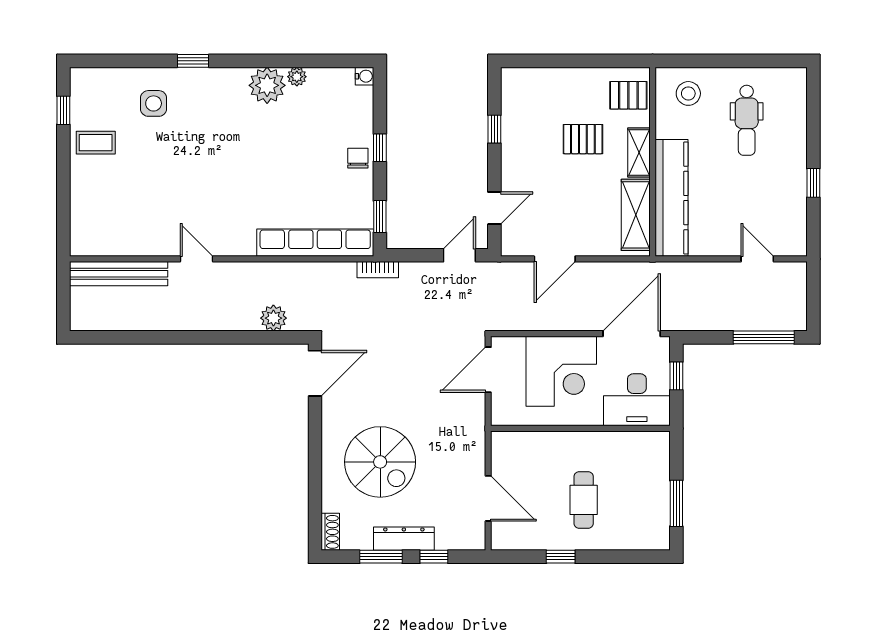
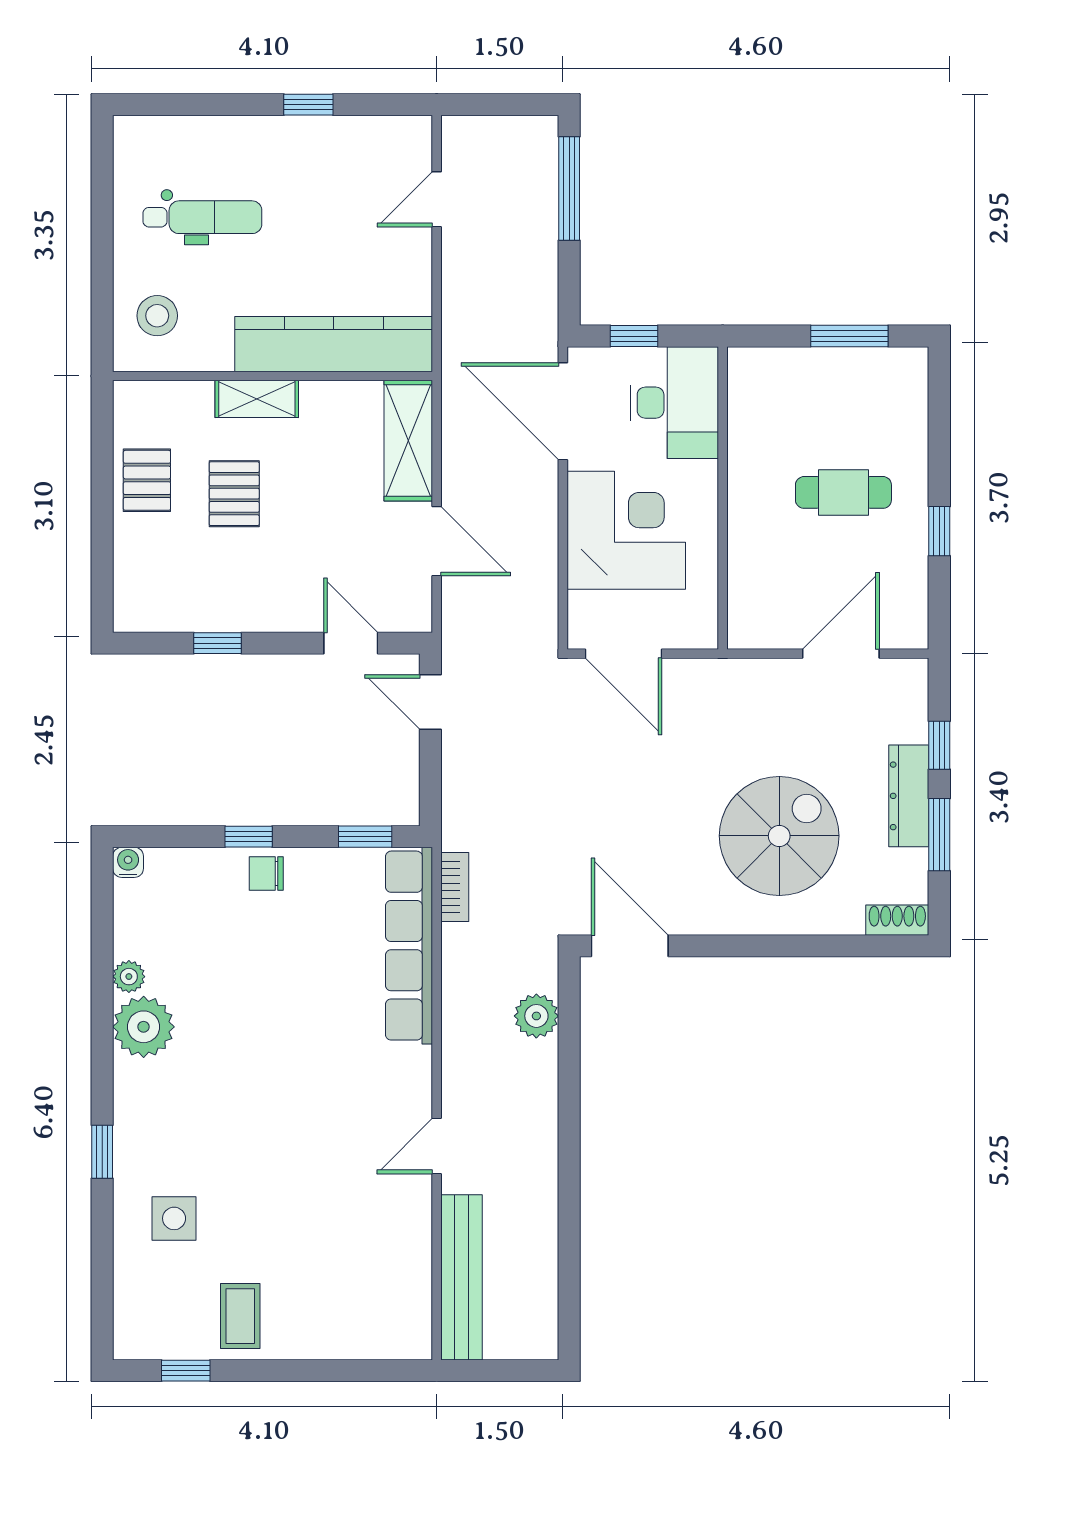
pallet: (628, 95) -> (147, 480), moved
shelving: (636, 215) -> (408, 441), moved, turned 90
bookcase: (378, 270) -> (455, 887), moved

